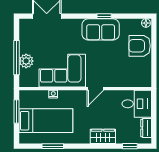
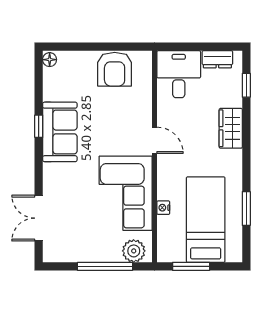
armchair: (140, 46) -> (115, 69), moved
plant: (26, 61) -> (134, 251), moved

